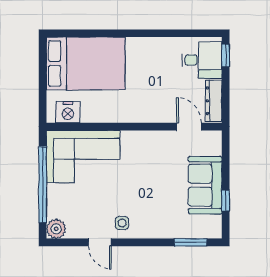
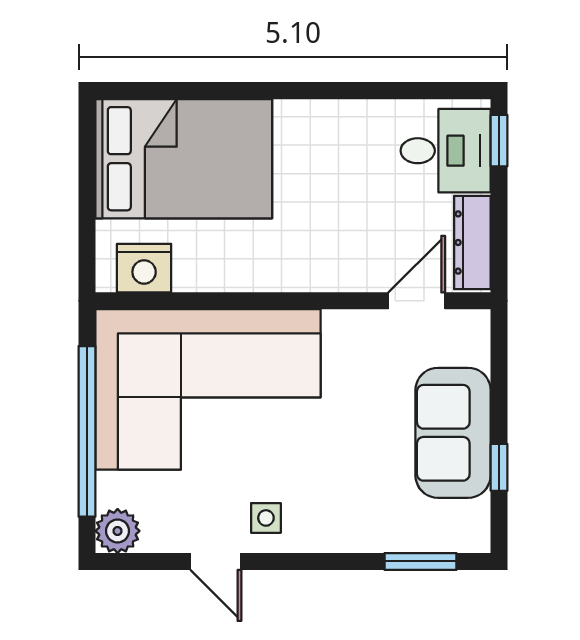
door: (189, 127) -> (417, 301), hinge flipped
corner sofa: (83, 157) -> (208, 389), width x1.36, depth x1.36

